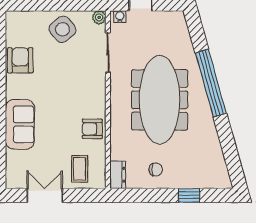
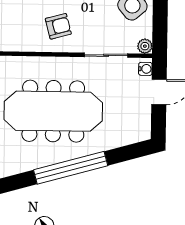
armchair: (92, 129) -> (58, 26), moved, turned 75

